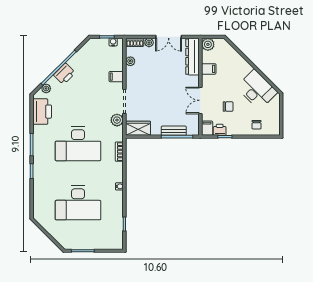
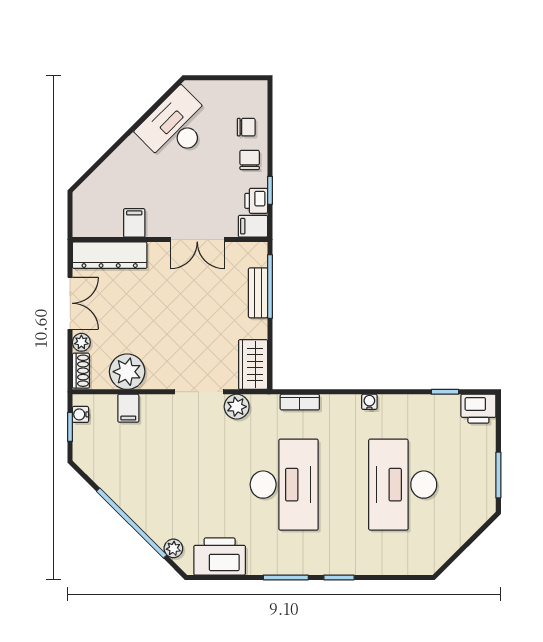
plant: (208, 44) -> (85, 224), removed
plant: (130, 61) -> (127, 372), width x1.88, depth x1.88
printer: (64, 74) -> (478, 409), moved, turned 135
filing cabinet: (116, 77) -> (128, 408), moved
chair: (228, 107) -> (250, 160), moved
desk: (78, 203) -> (403, 485), turned 180

